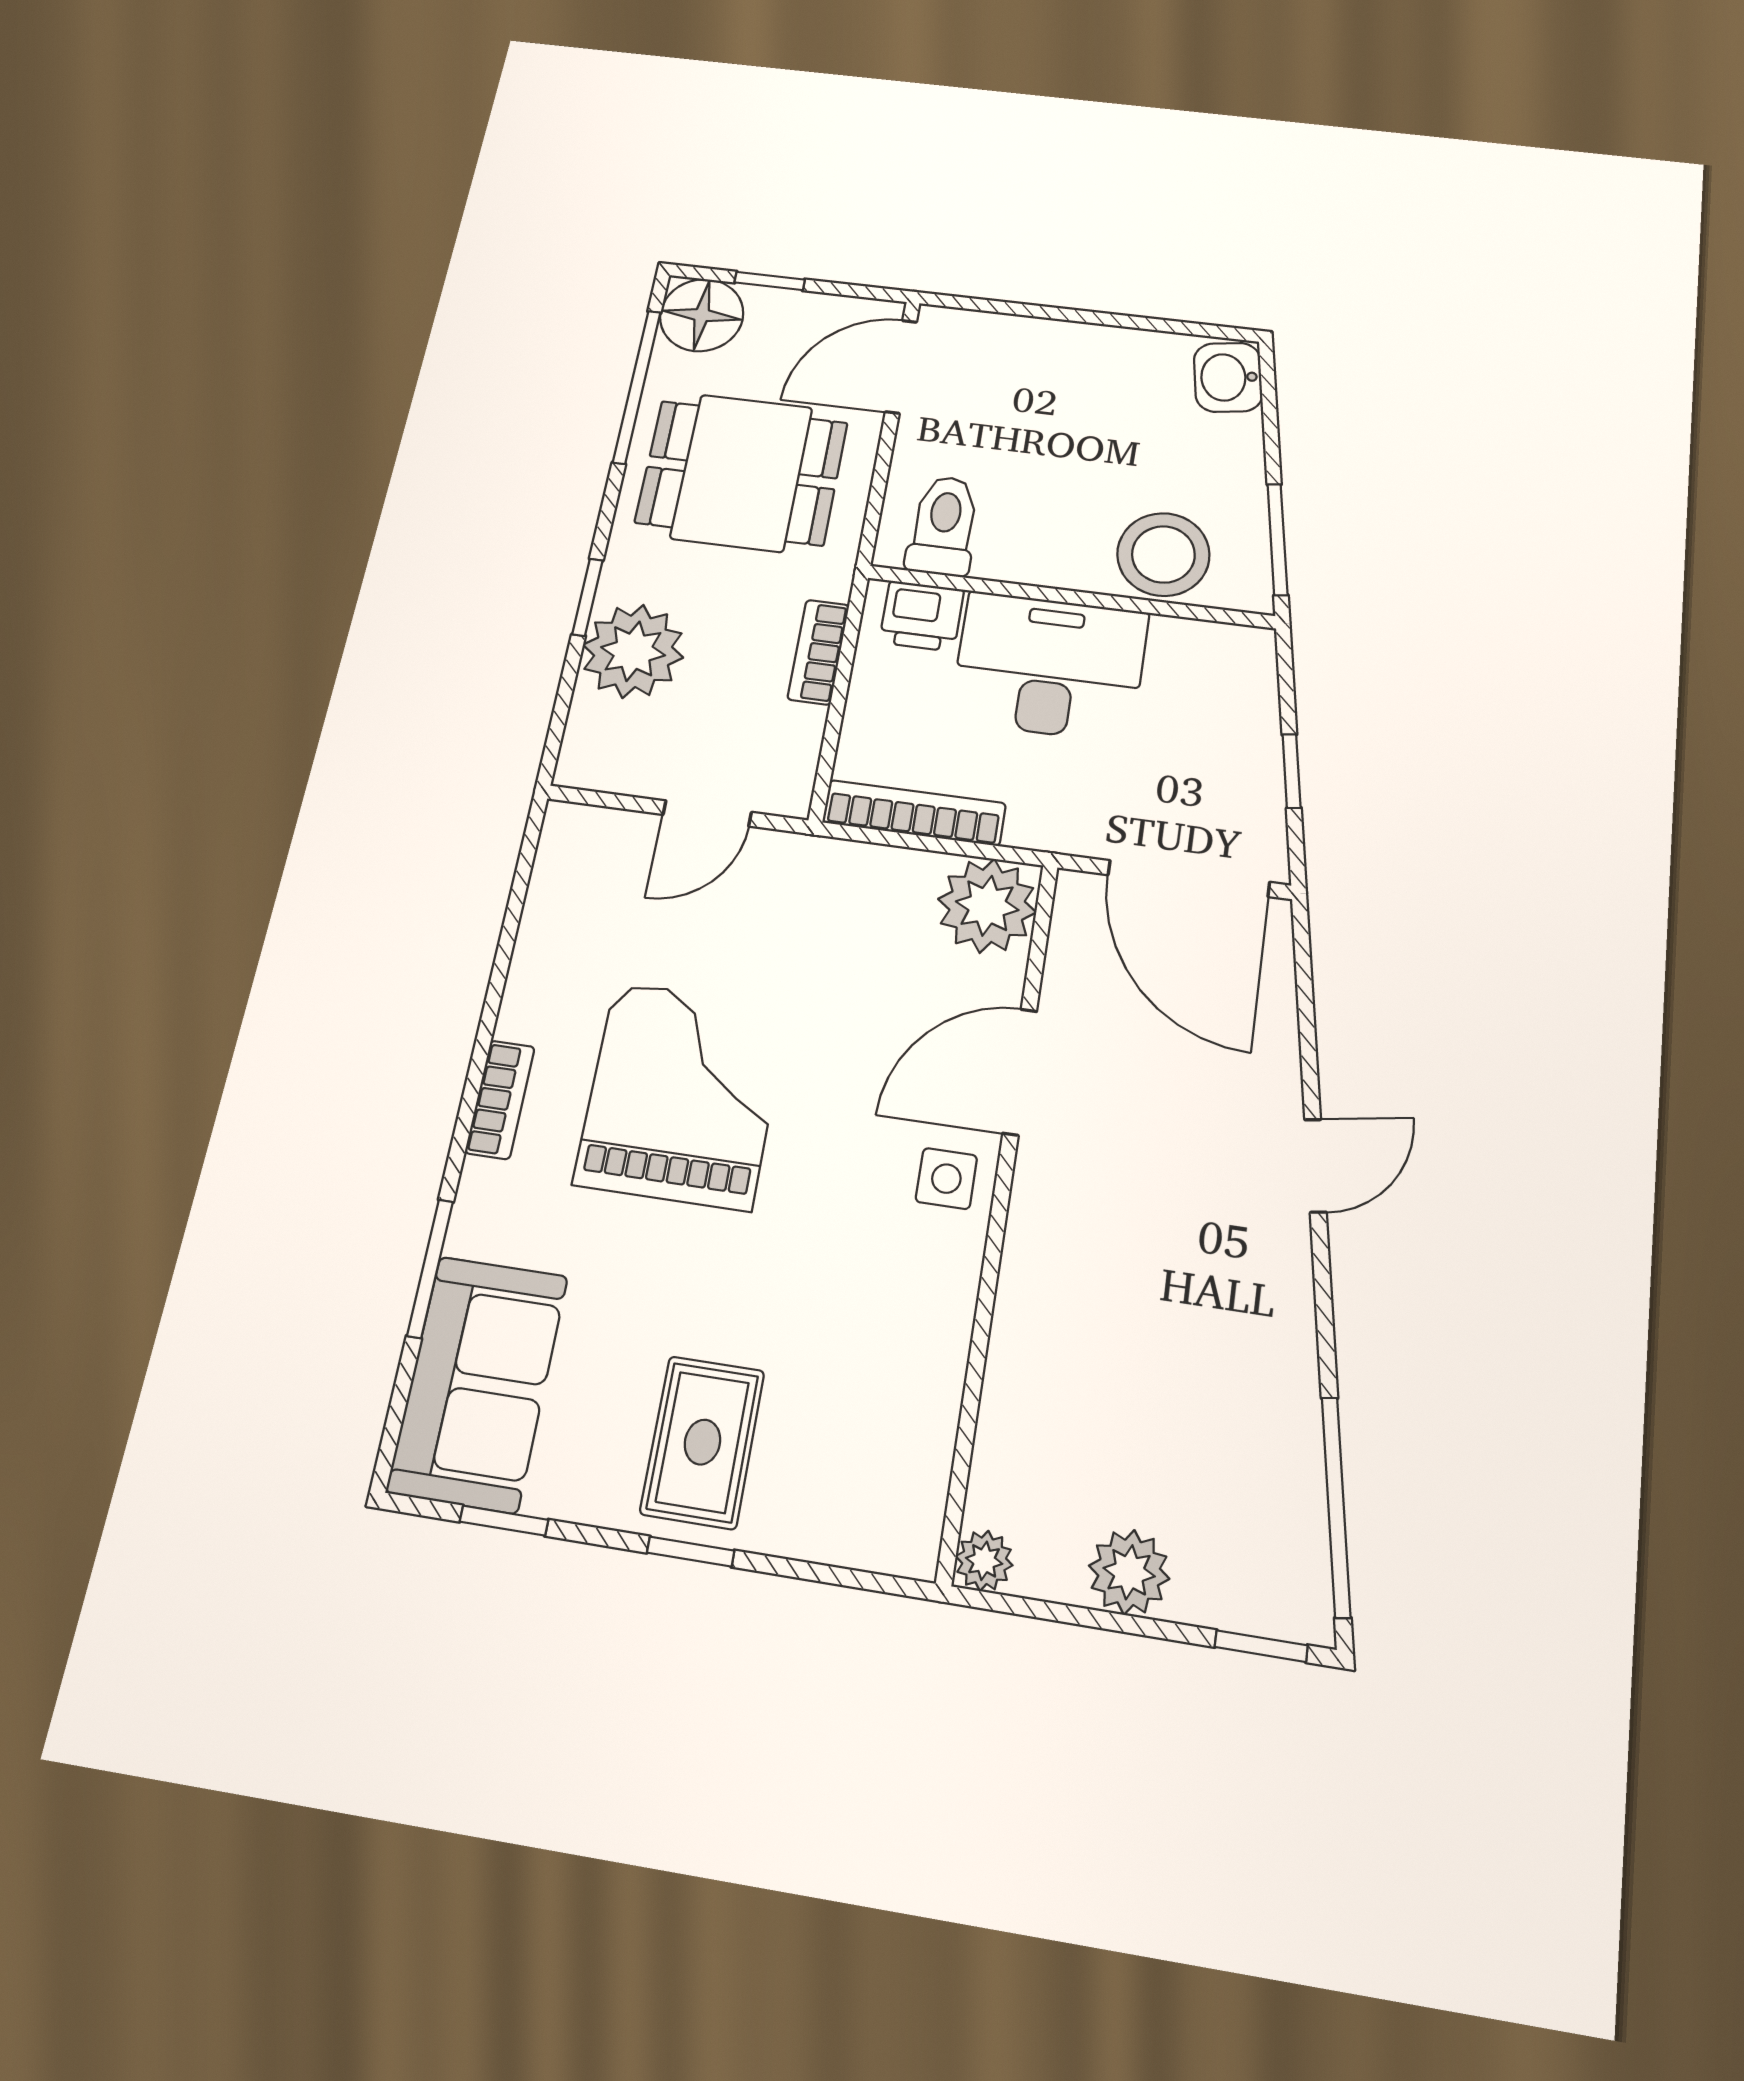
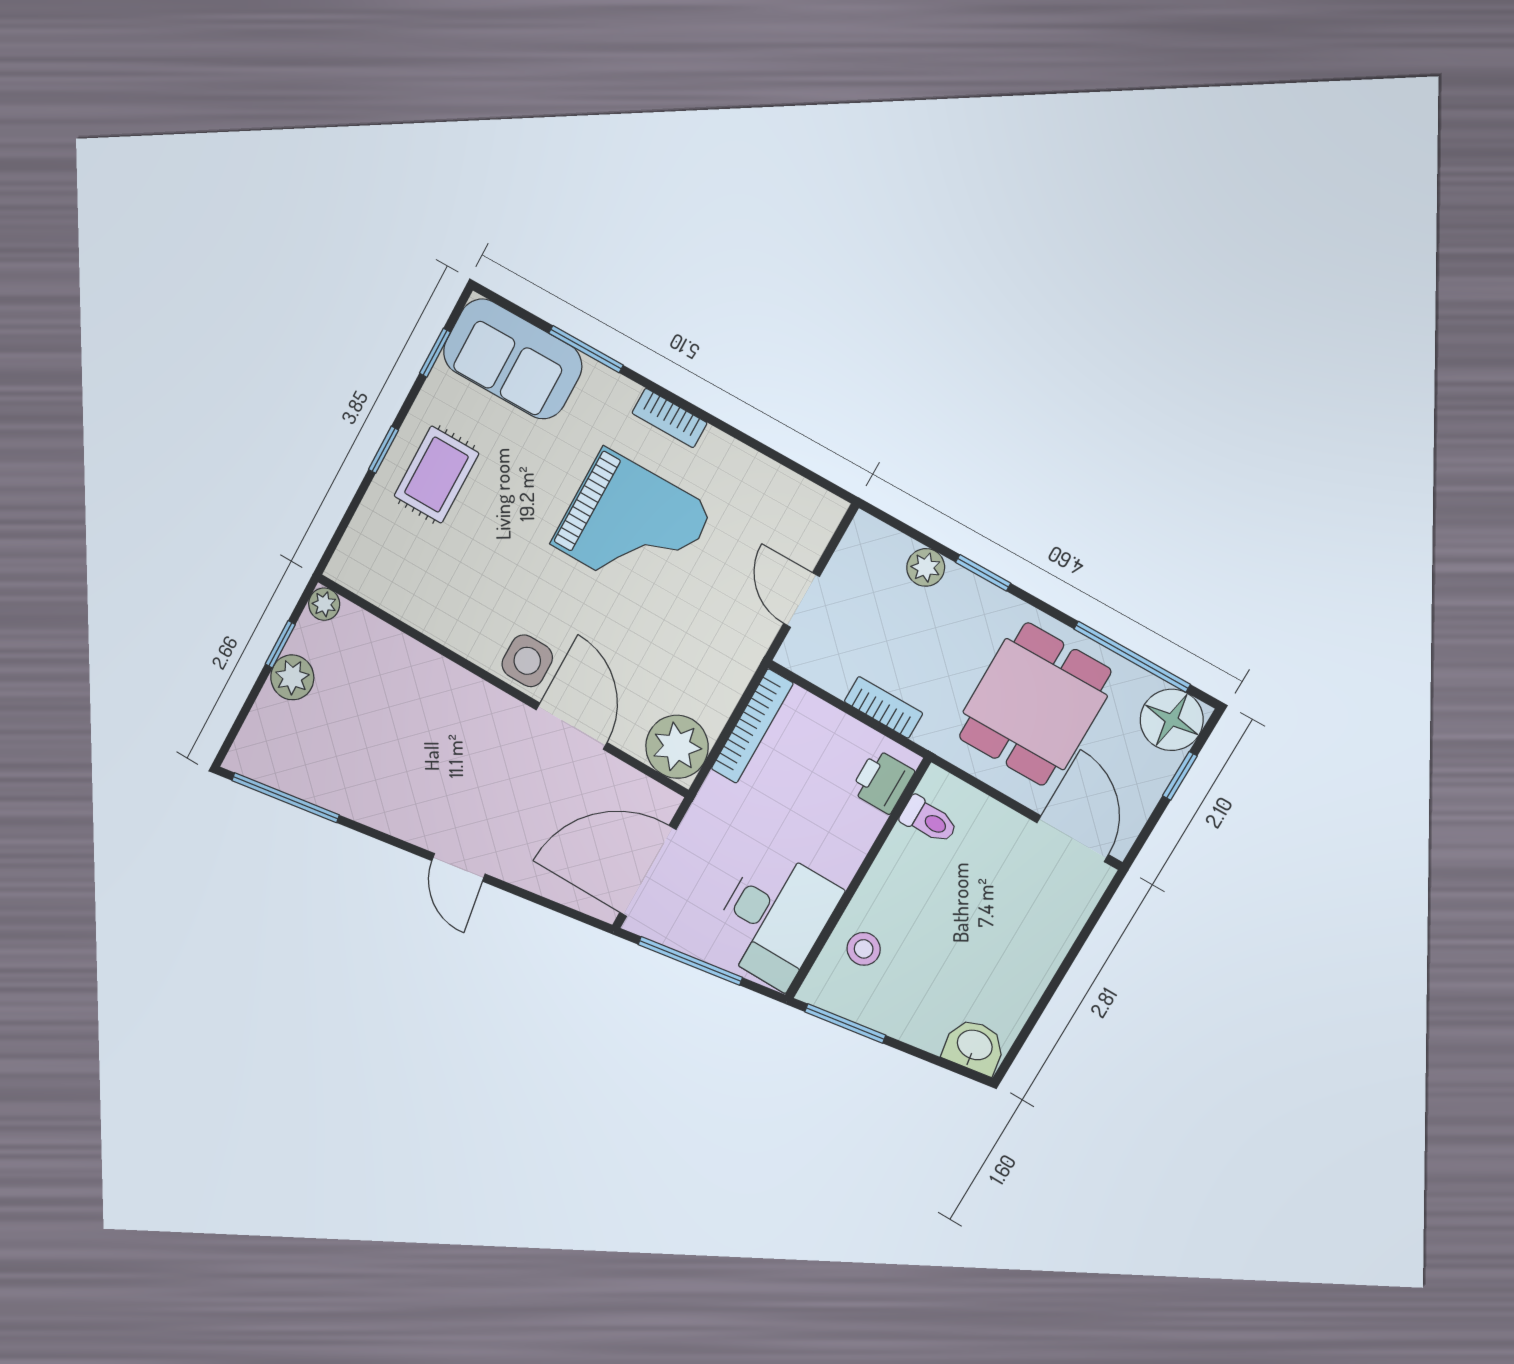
toilet: (944, 526) -> (929, 820), width x0.73, depth x0.72
stool: (1163, 554) -> (864, 949), width x0.53, depth x0.53
plant: (633, 651) -> (926, 567), width x0.53, depth x0.53
desk: (1049, 666) -> (774, 918), moved
window: (1292, 771) -> (690, 961), width x2.17
side table: (946, 1179) -> (527, 661), width x1.37, depth x1.37
rug: (702, 1442) -> (436, 475), turned 90
window: (1261, 1646) -> (280, 644), moved

